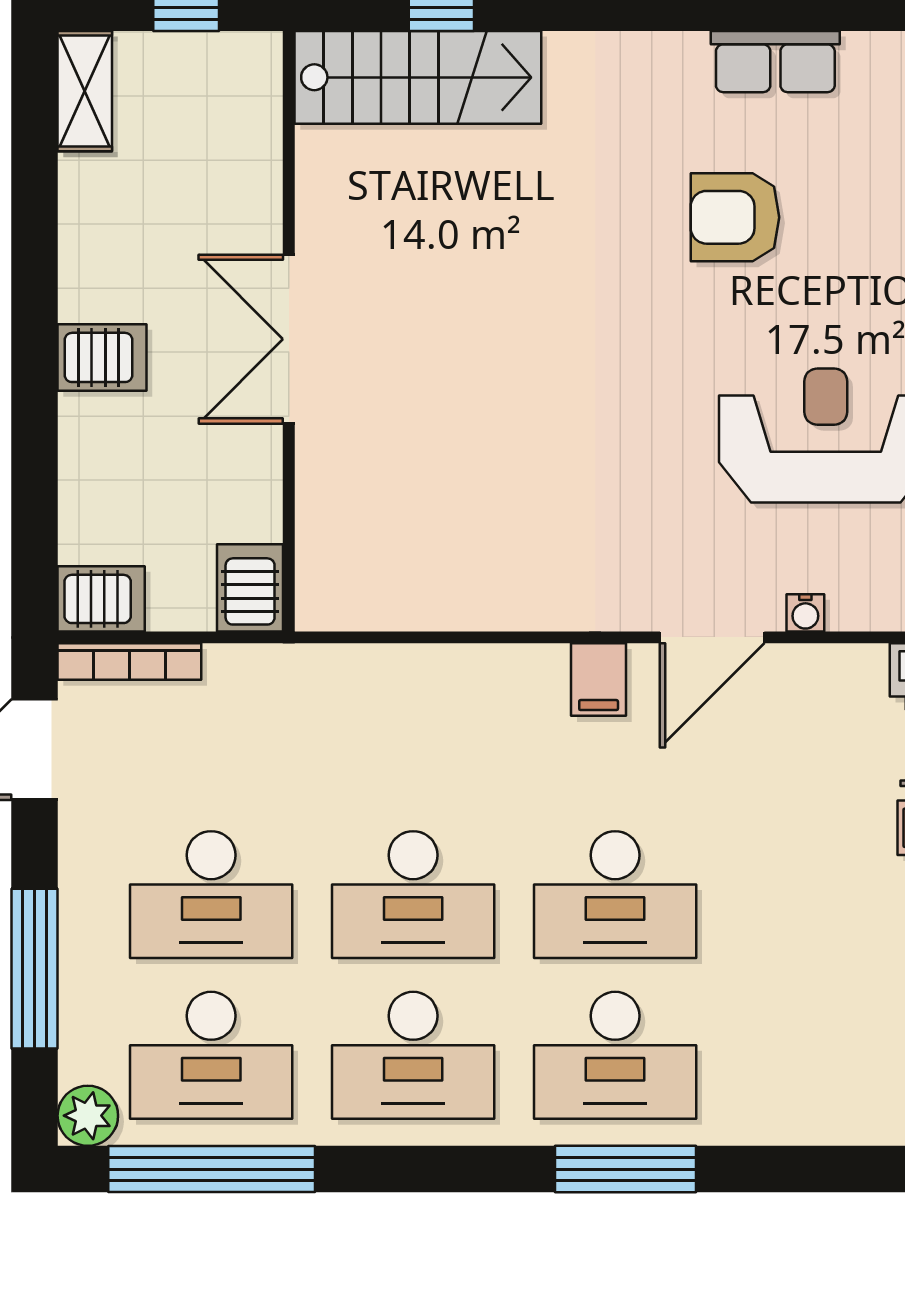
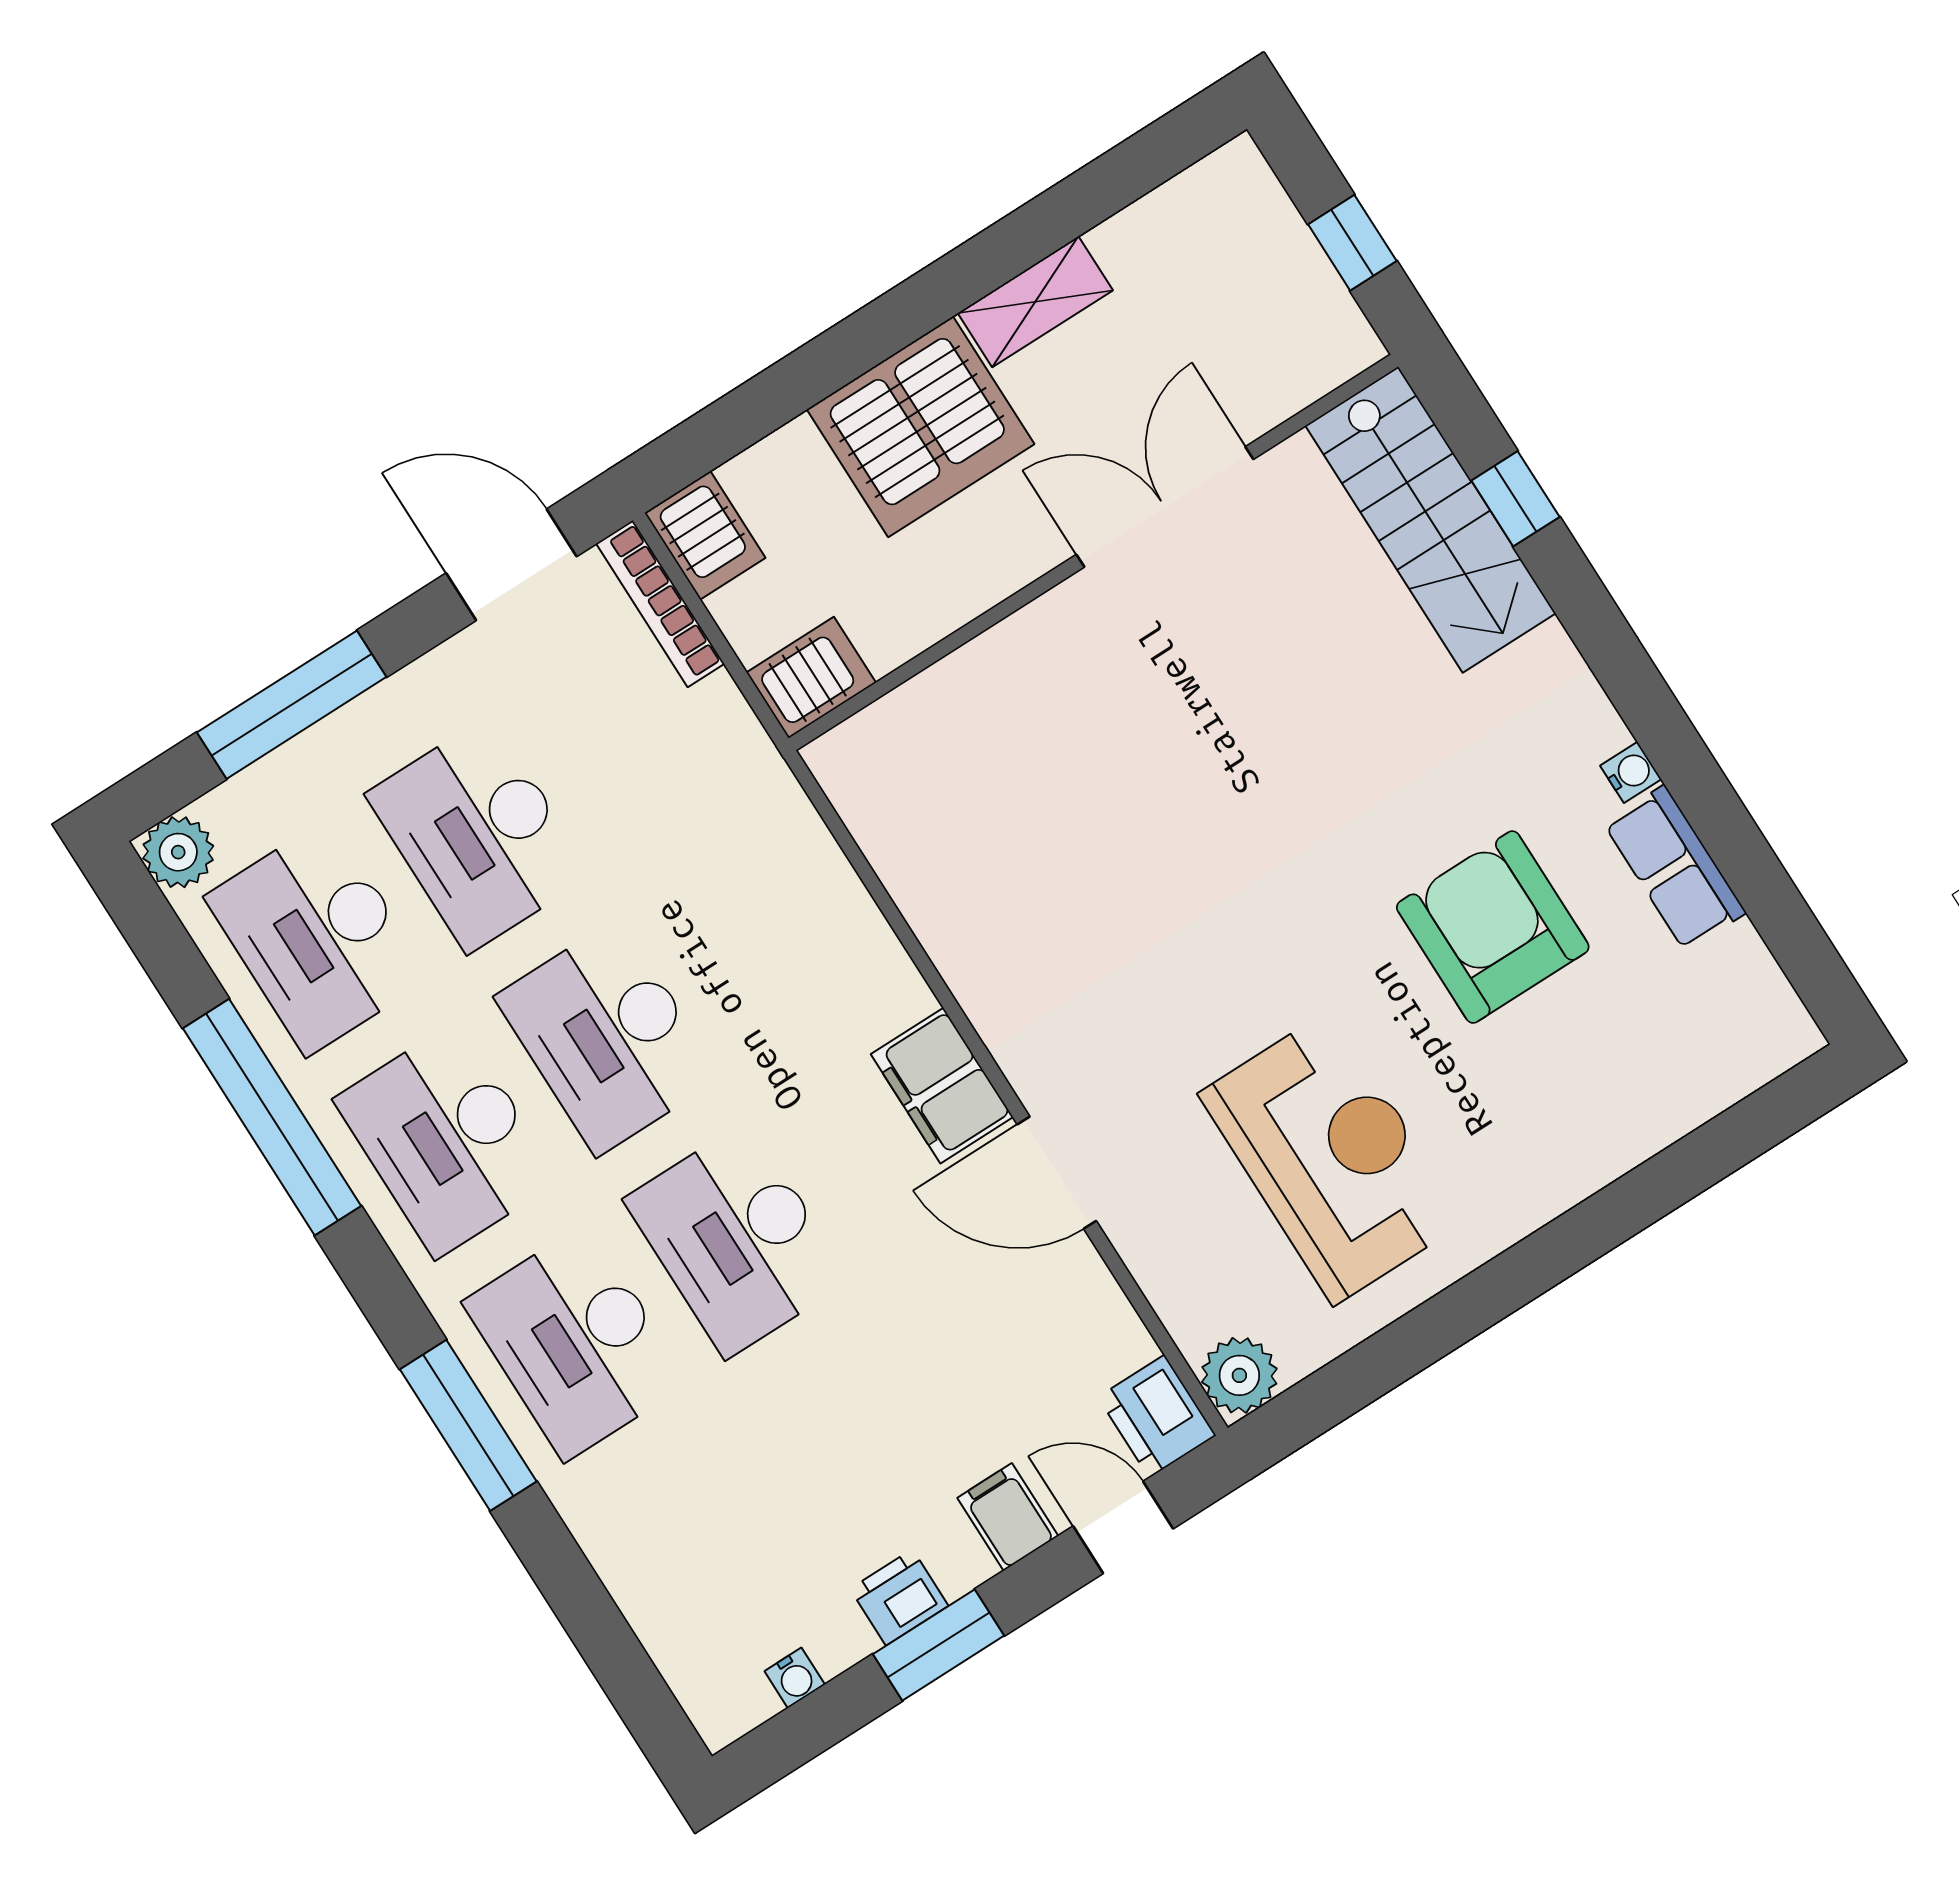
shelving: (85, 91) -> (1035, 302), moved
armchair: (735, 217) -> (1493, 927), width x1.36, depth x1.36
double door: (289, 339) -> (1165, 507), moved
server rack: (102, 357) -> (921, 427), width x2.18, depth x1.44
water cooler: (805, 613) -> (1631, 772), moved, turned 180
filing cabinet: (599, 680) -> (942, 1086), width x2.00
window: (212, 1169) -> (272, 1117), moved

